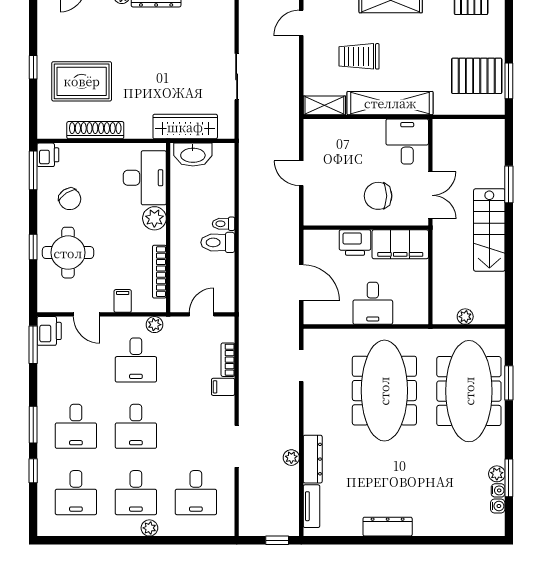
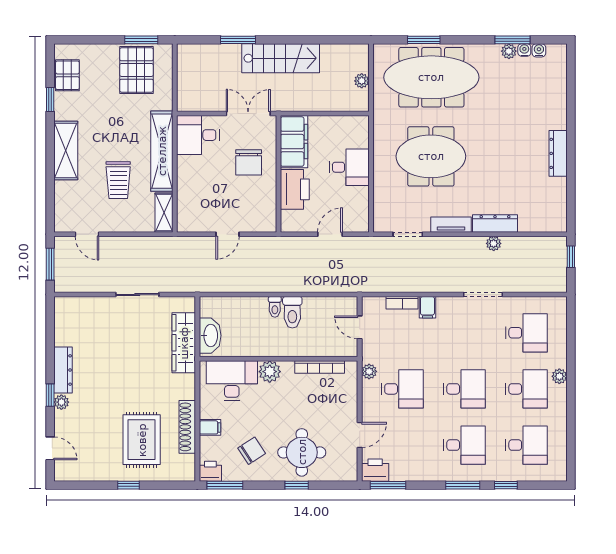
printer: (355, 243) -> (295, 189), width x1.37, depth x1.19
door: (301, 283) -> (330, 234), width x0.73
filing cabinet: (123, 301) -> (210, 427), moved, turned 180
meeting table: (384, 391) -> (431, 156), width x0.73
tv unit: (311, 506) -> (451, 225), moved

